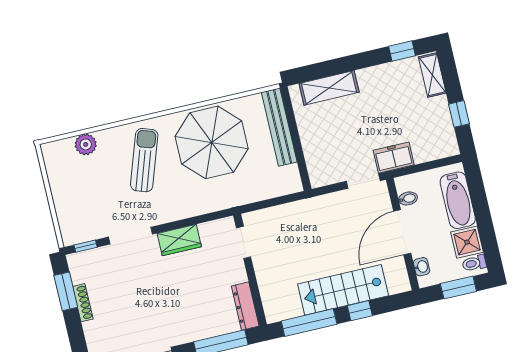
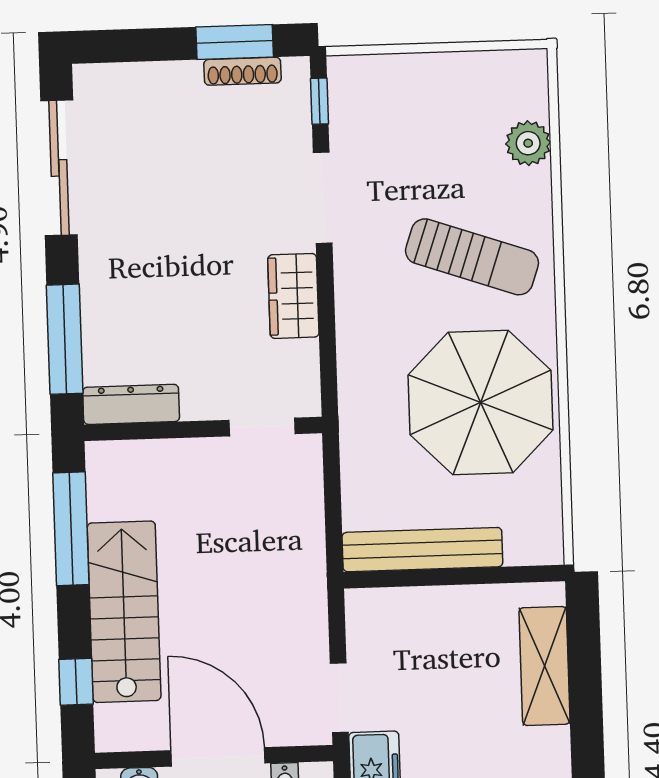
bench: (279, 127) -> (422, 550), moved
shoe rack: (83, 303) -> (243, 71), moved
window: (360, 311) -> (76, 682), moved

